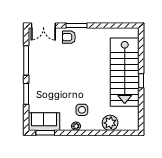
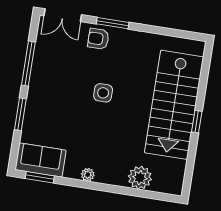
side table: (82, 110) -> (103, 93), moved

